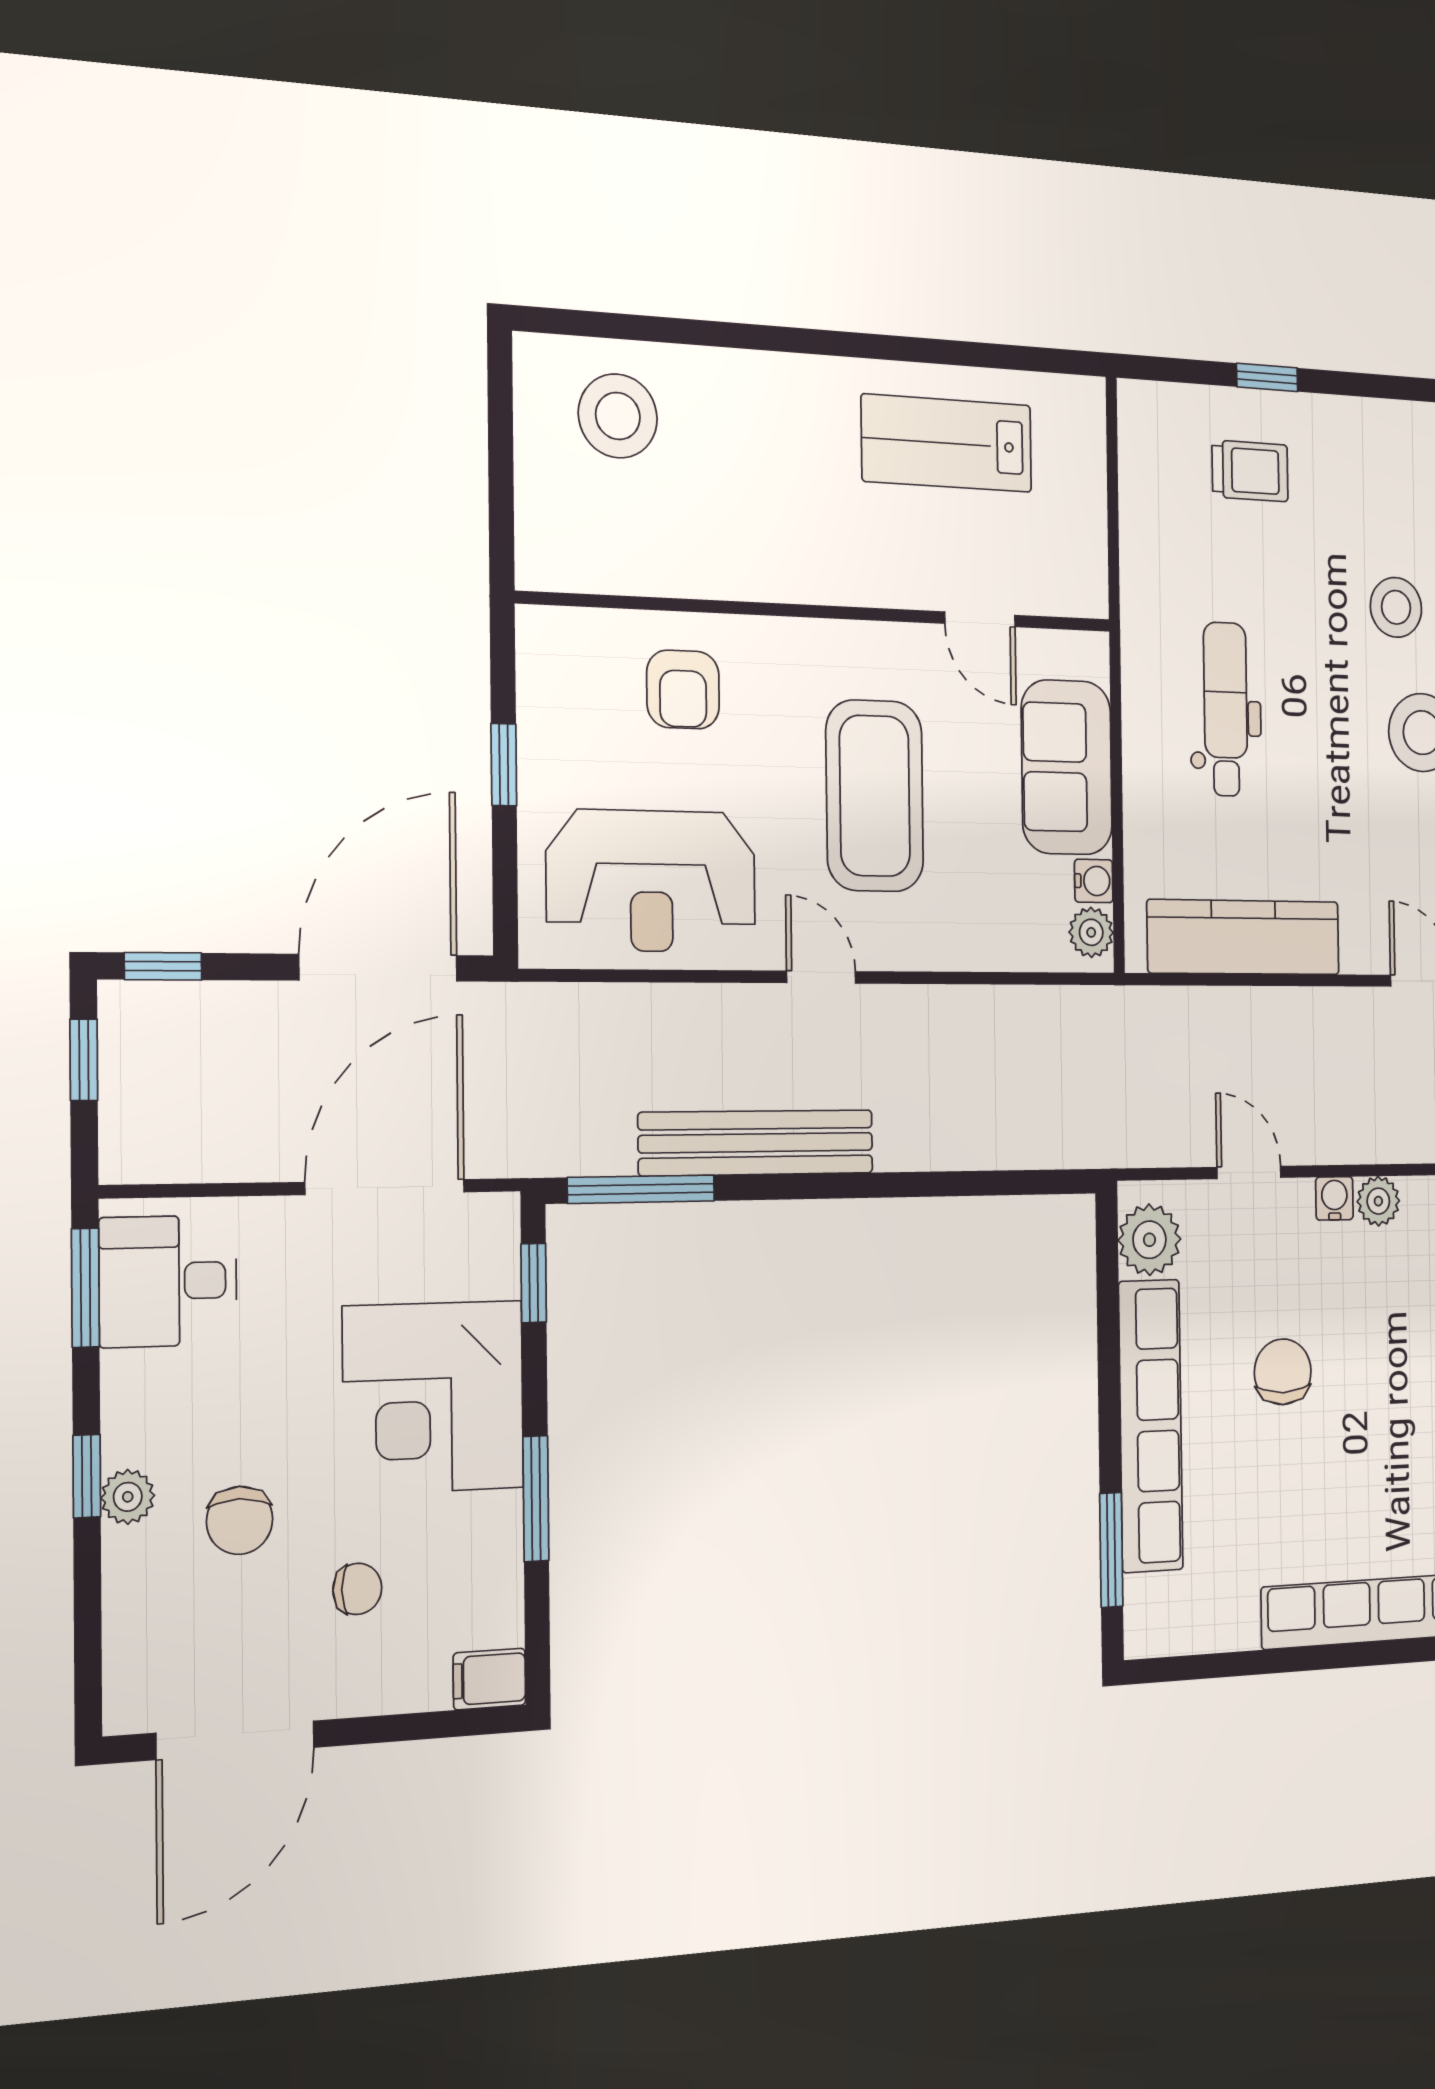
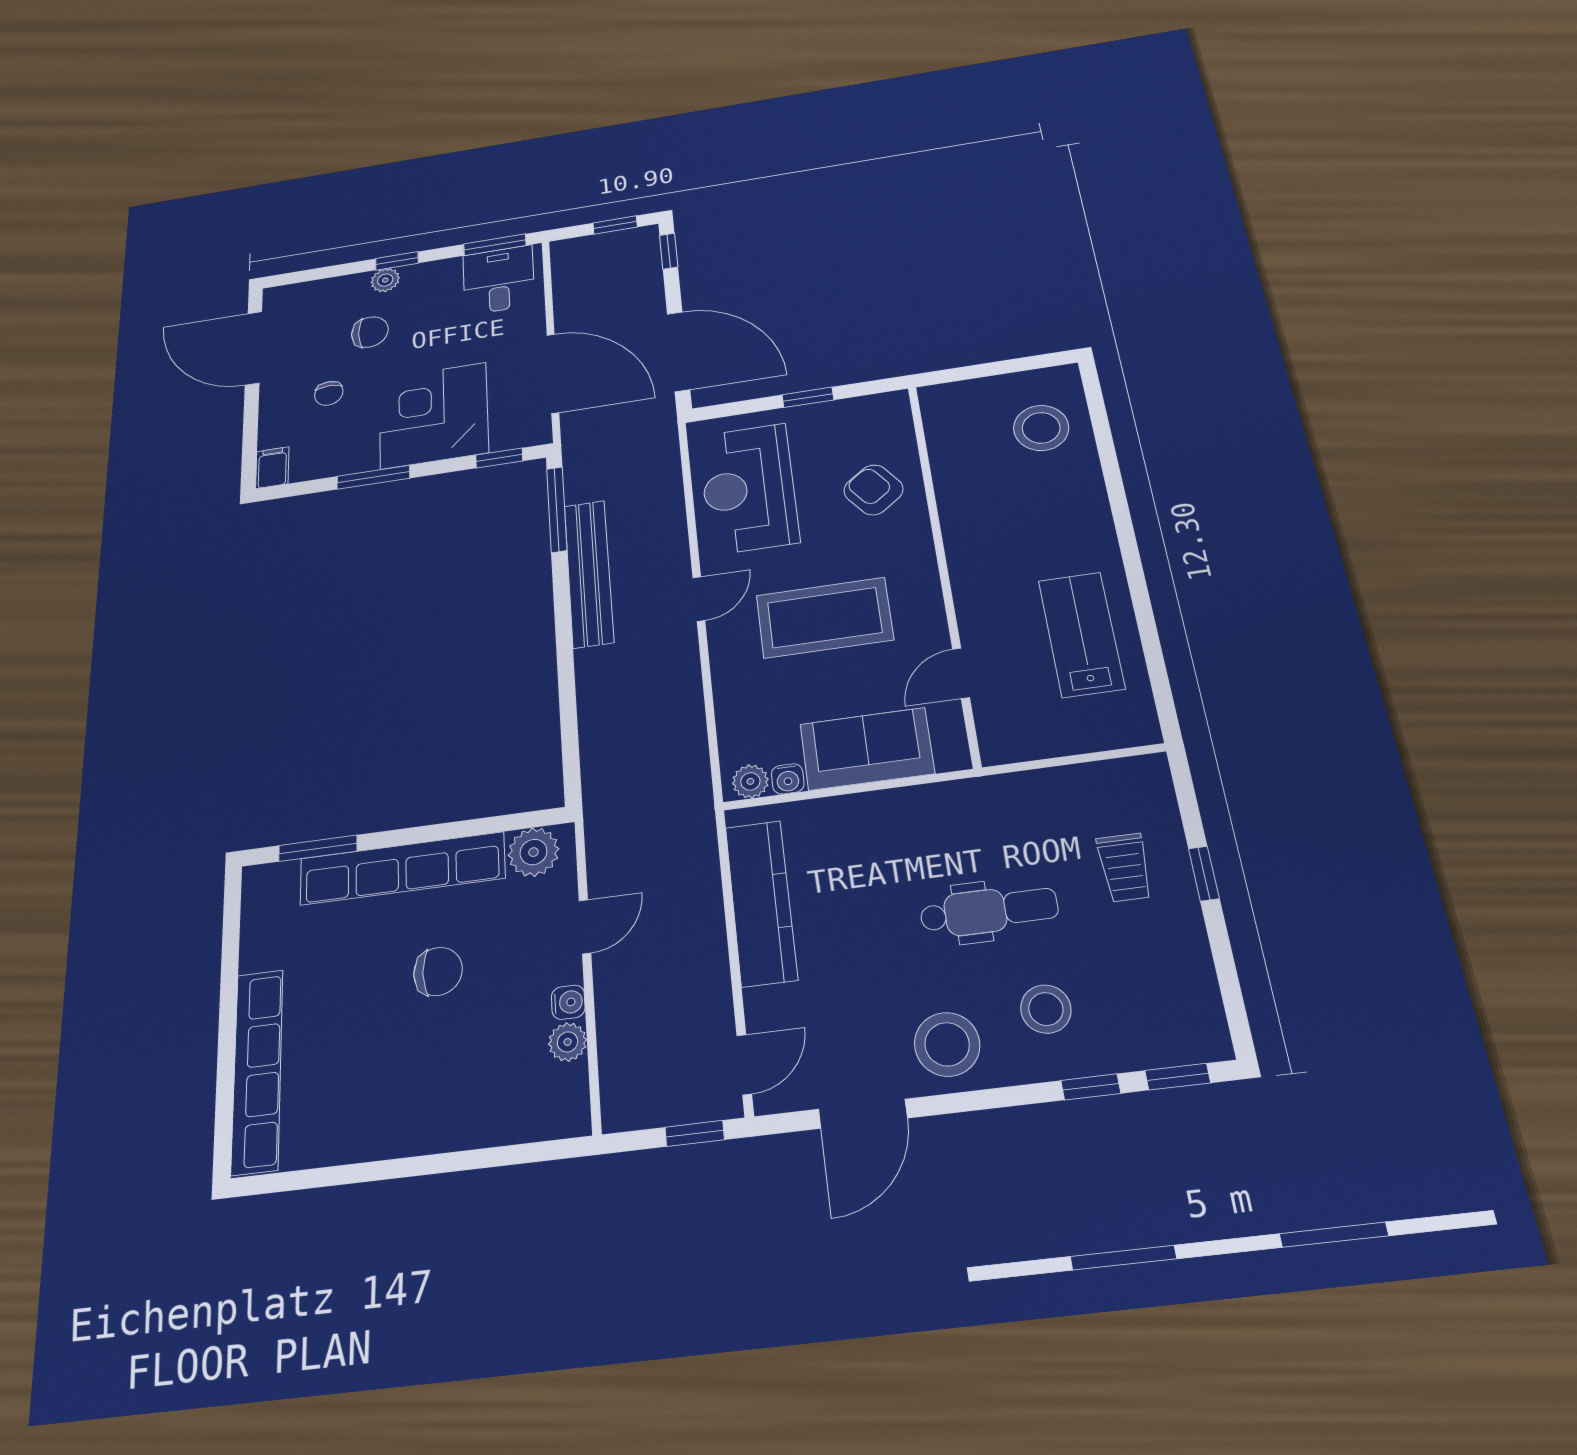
armchair: (683, 689) -> (873, 490), turned 53
dental chair: (1226, 709) -> (989, 911), moved
chair: (240, 1520) -> (370, 332), turned 180

